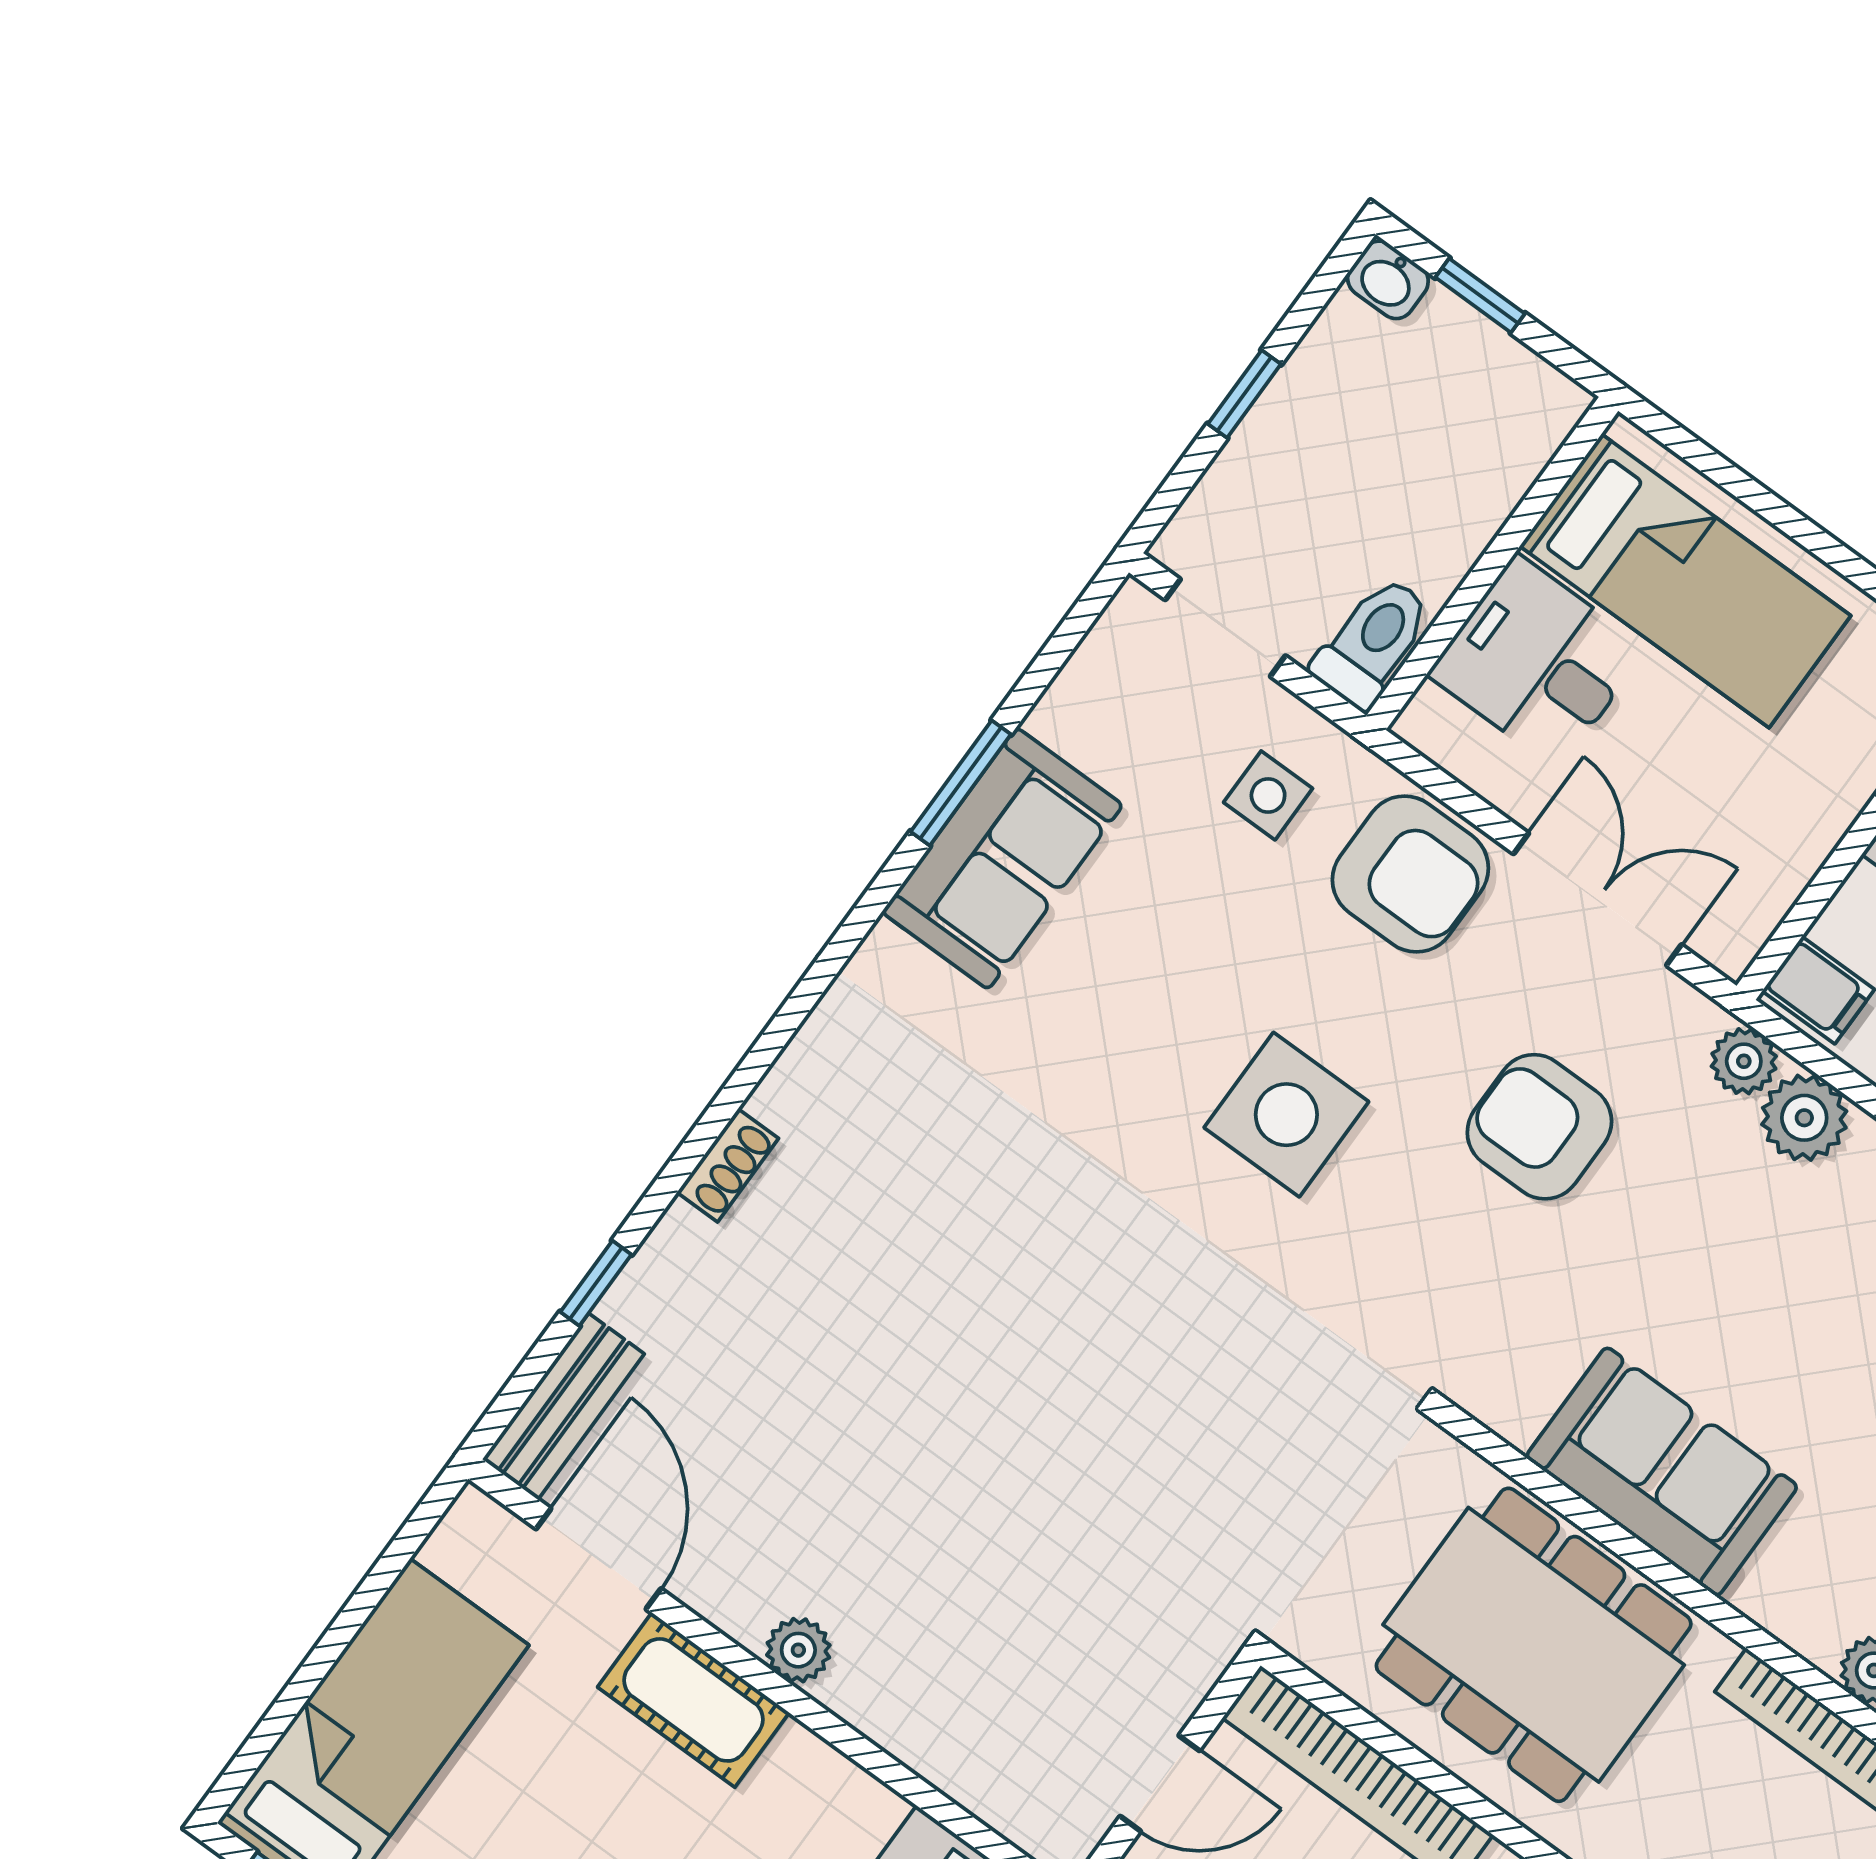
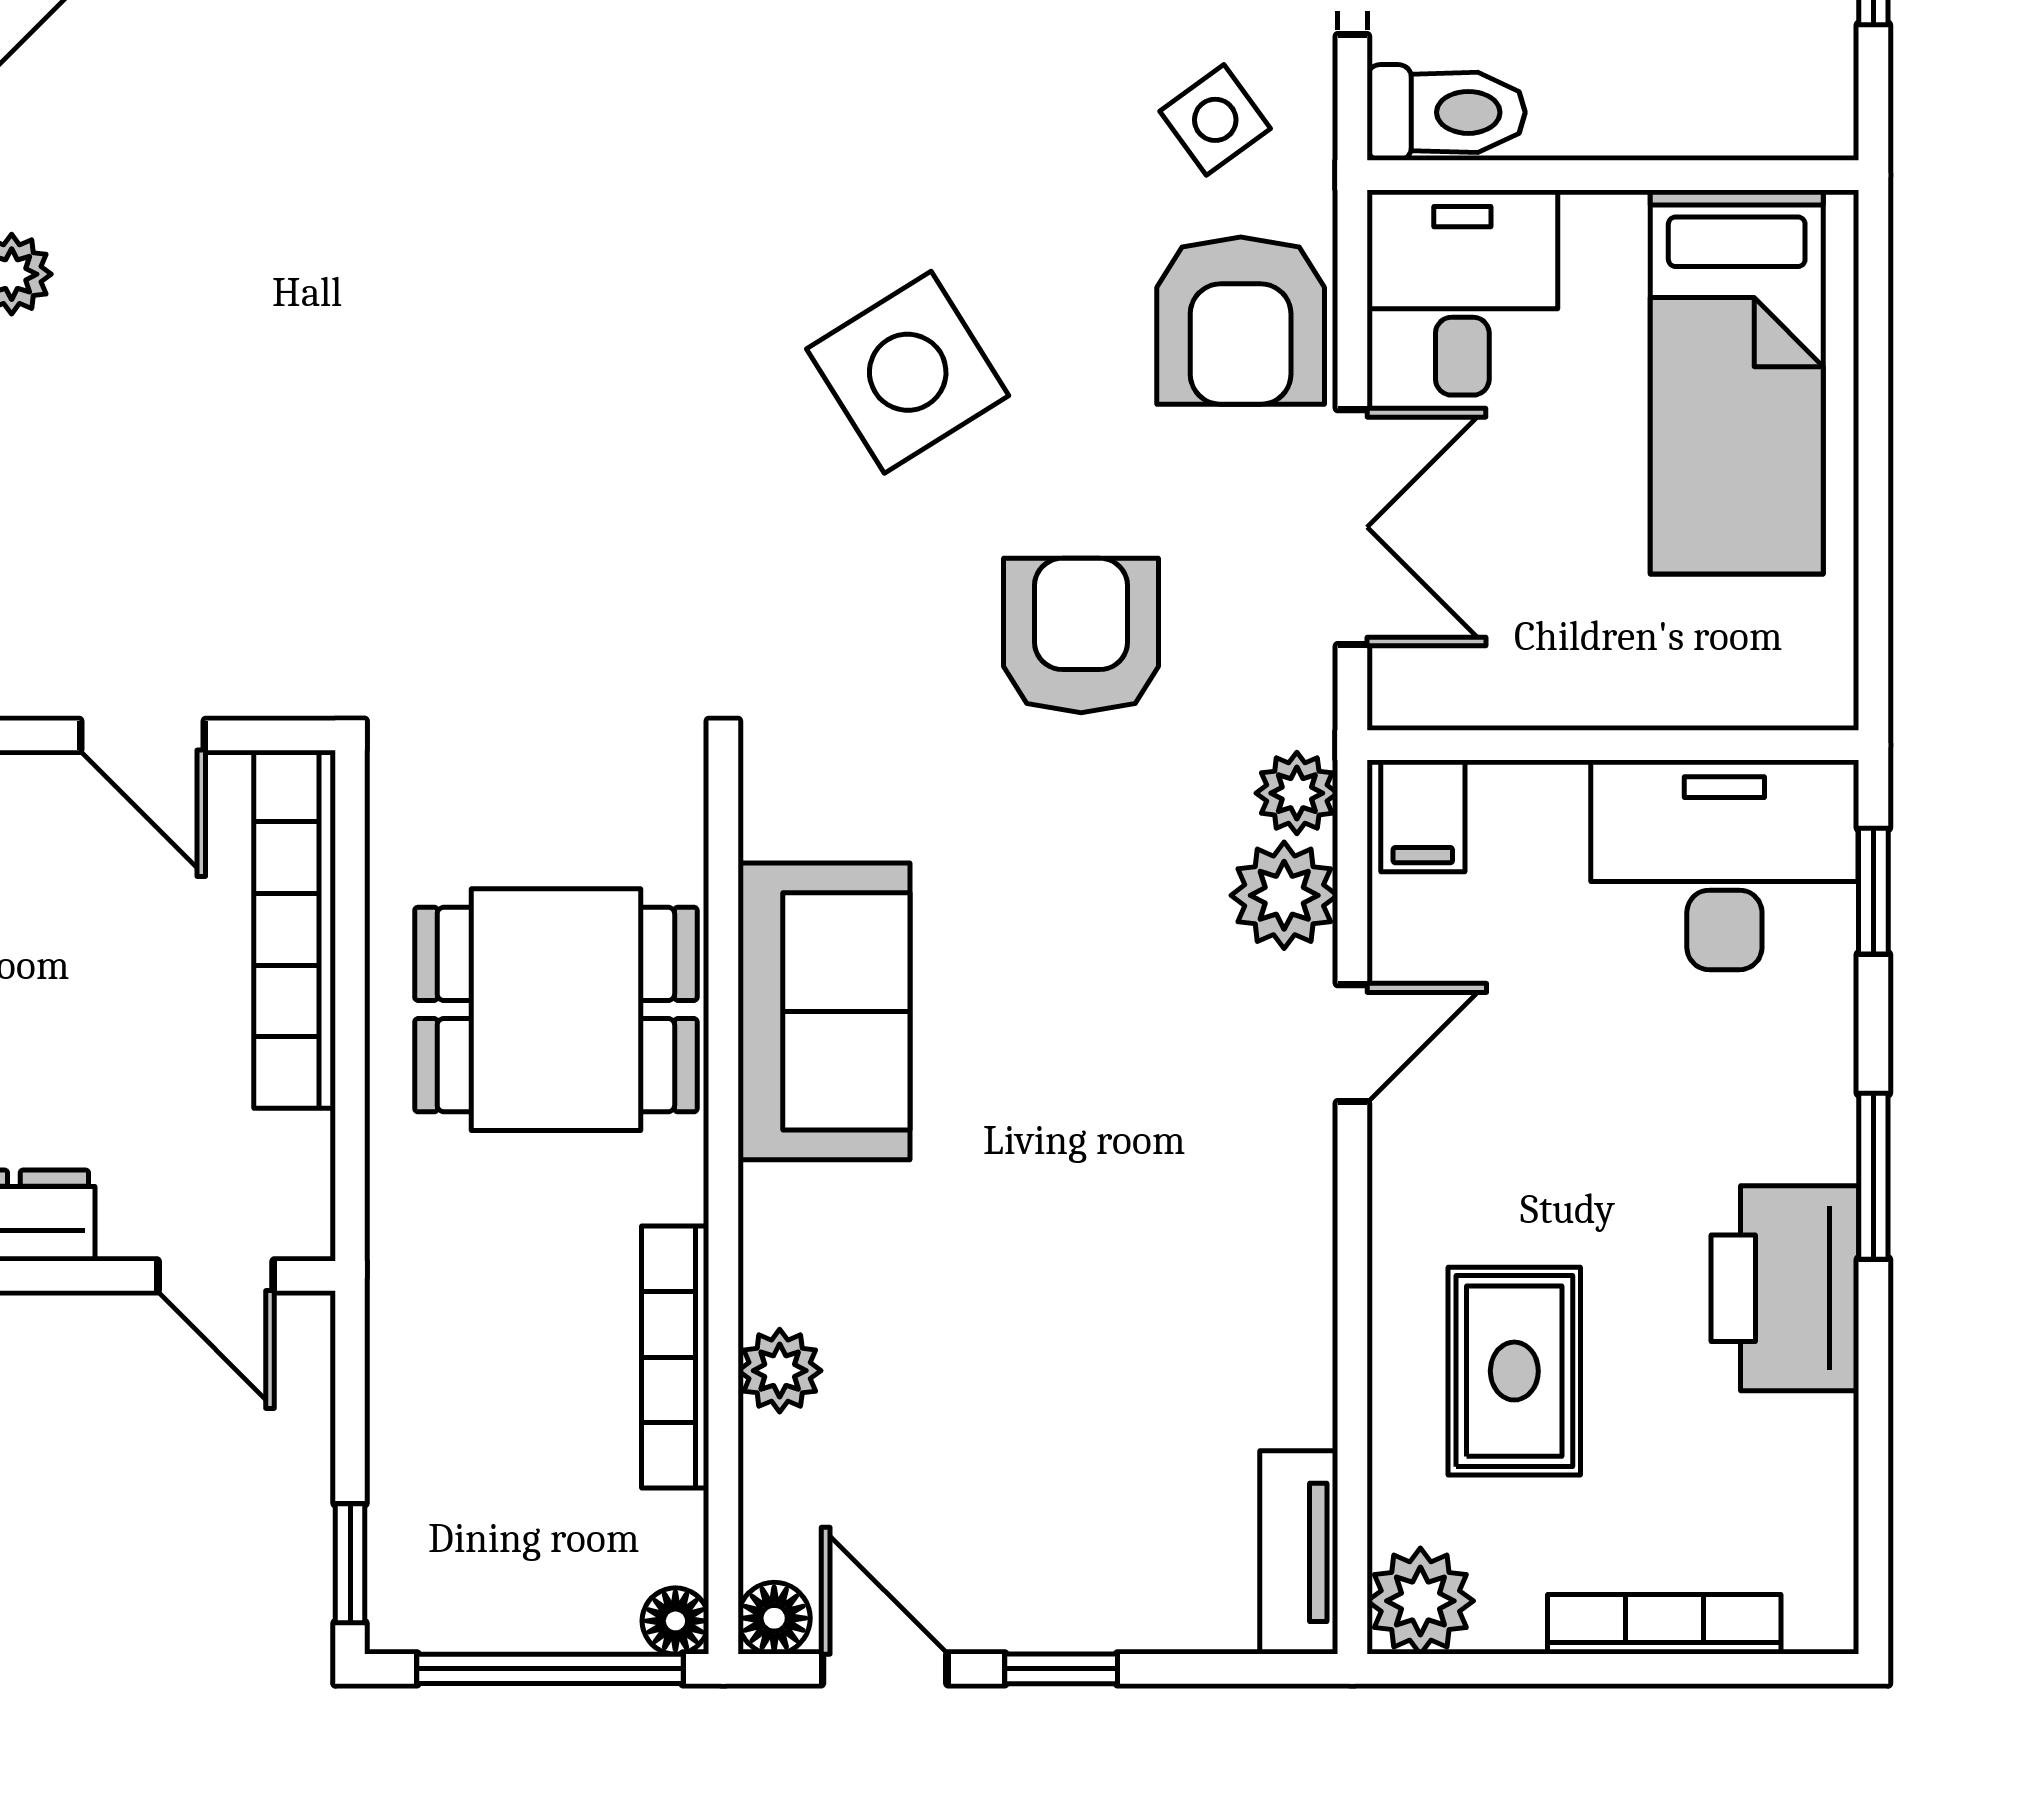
desk: (1537, 662) -> (1462, 293), moved
side table: (1268, 795) -> (1215, 120), turned -36
side table: (1286, 1115) -> (908, 372), turned -32
dining table: (1534, 1645) -> (556, 1010), width x0.73

